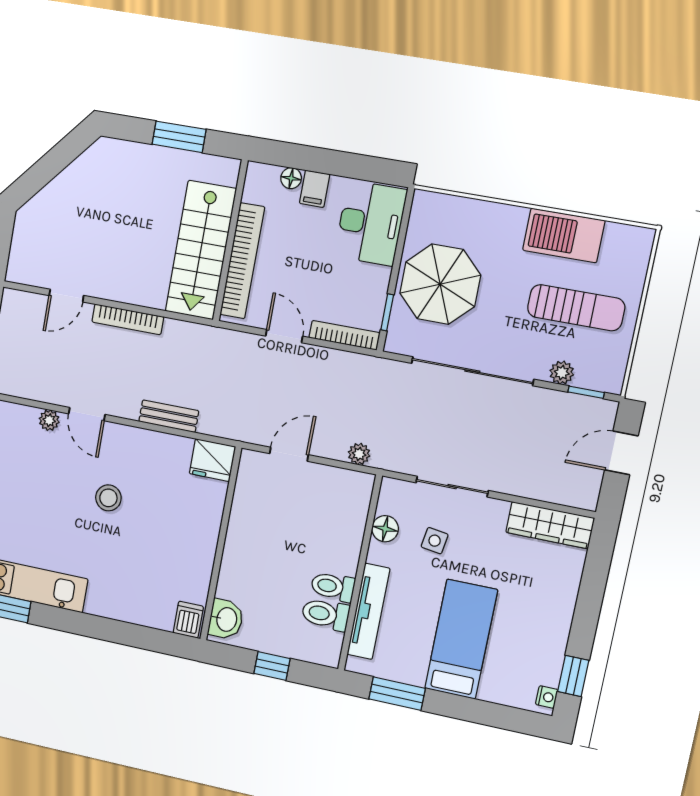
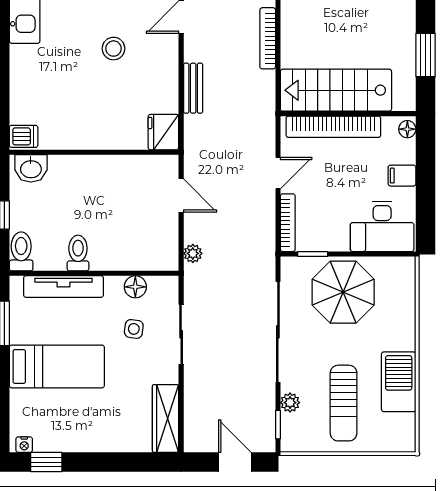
floor lamp: (291, 178) -> (407, 129), moved
toilet: (325, 614) -> (21, 251), moved

